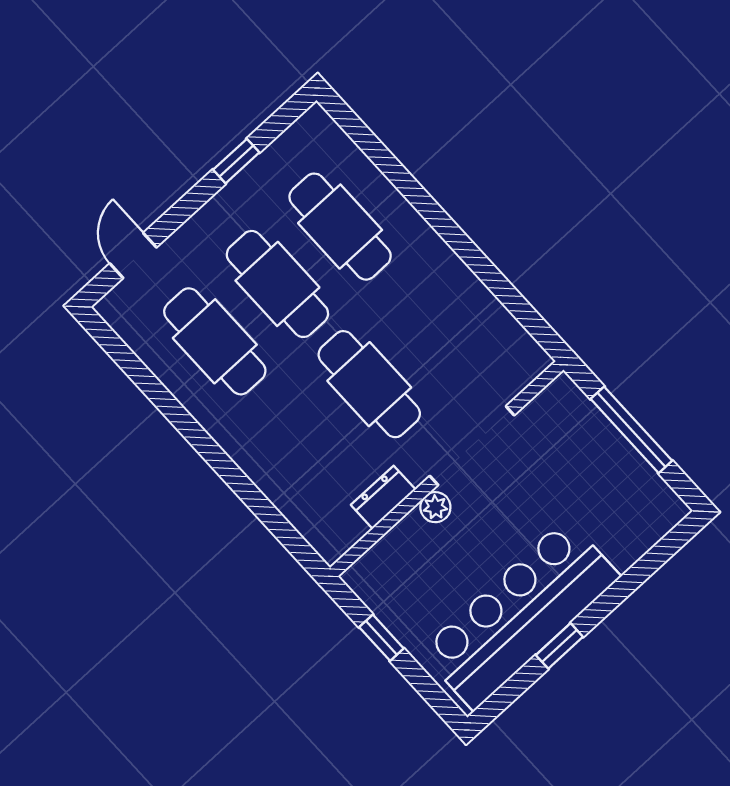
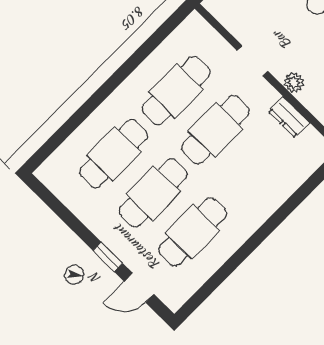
window: (236, 161) -> (108, 257), moved
cafe table: (432, 327) -> (176, 91), added
doorway: (472, 446) -> (252, 61), width x0.53

